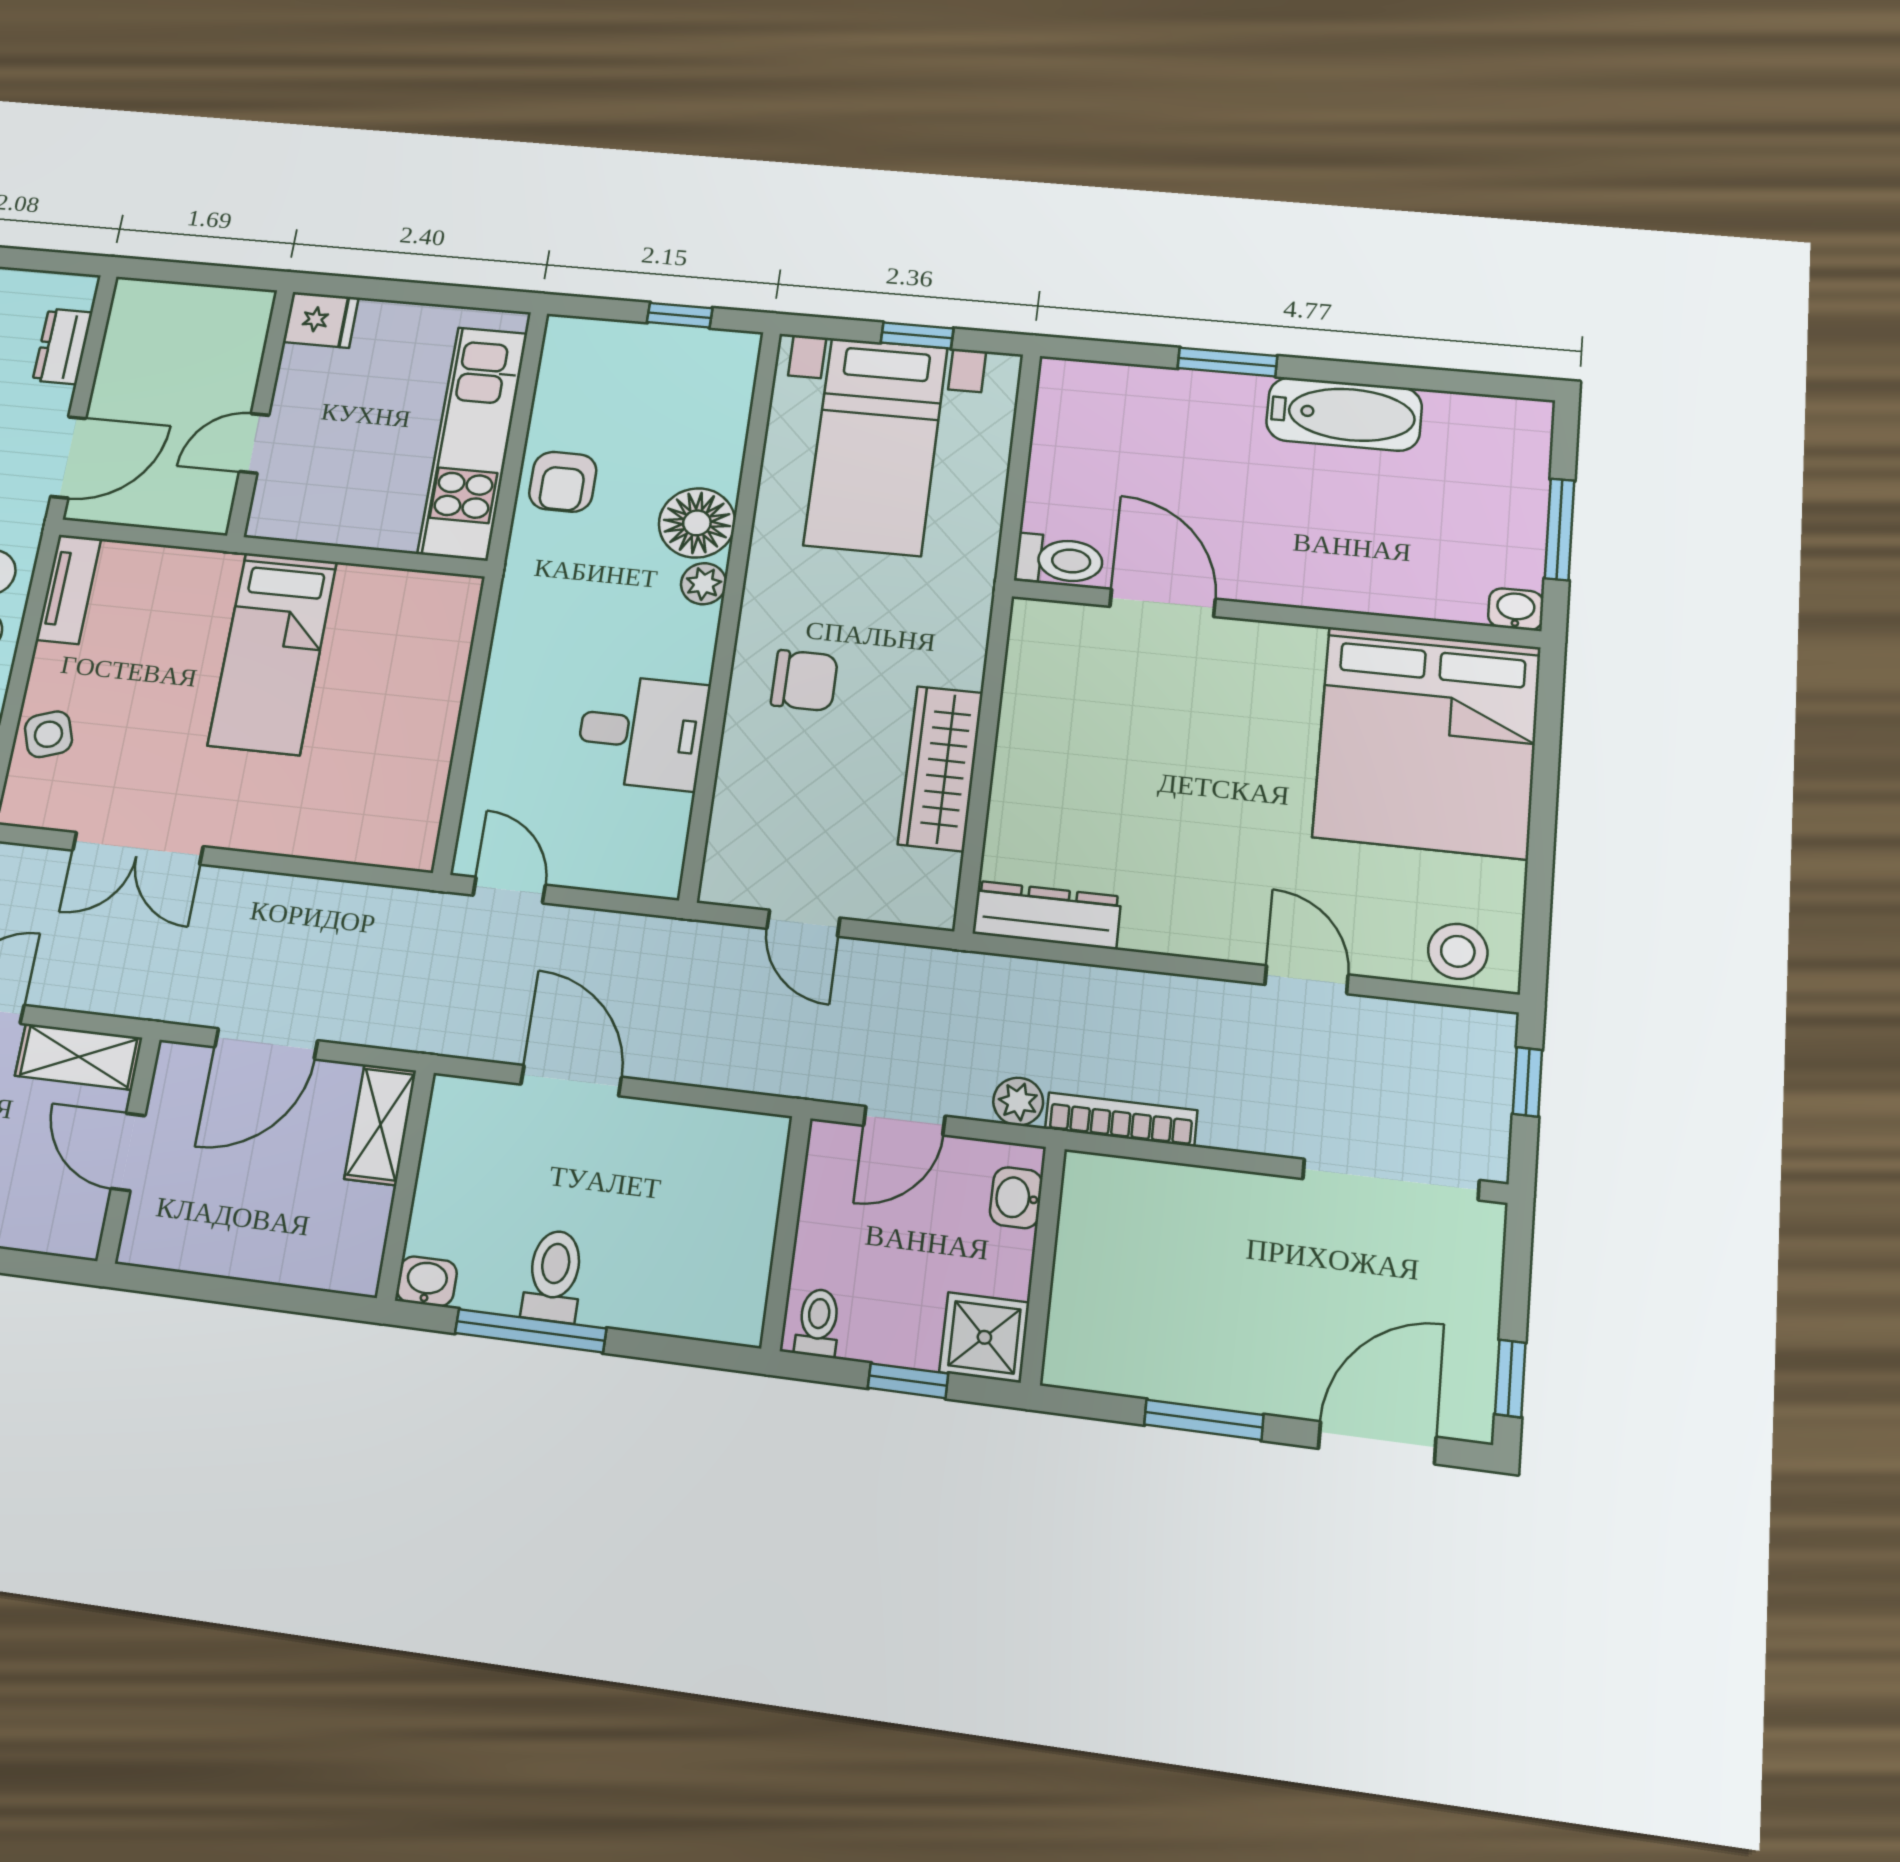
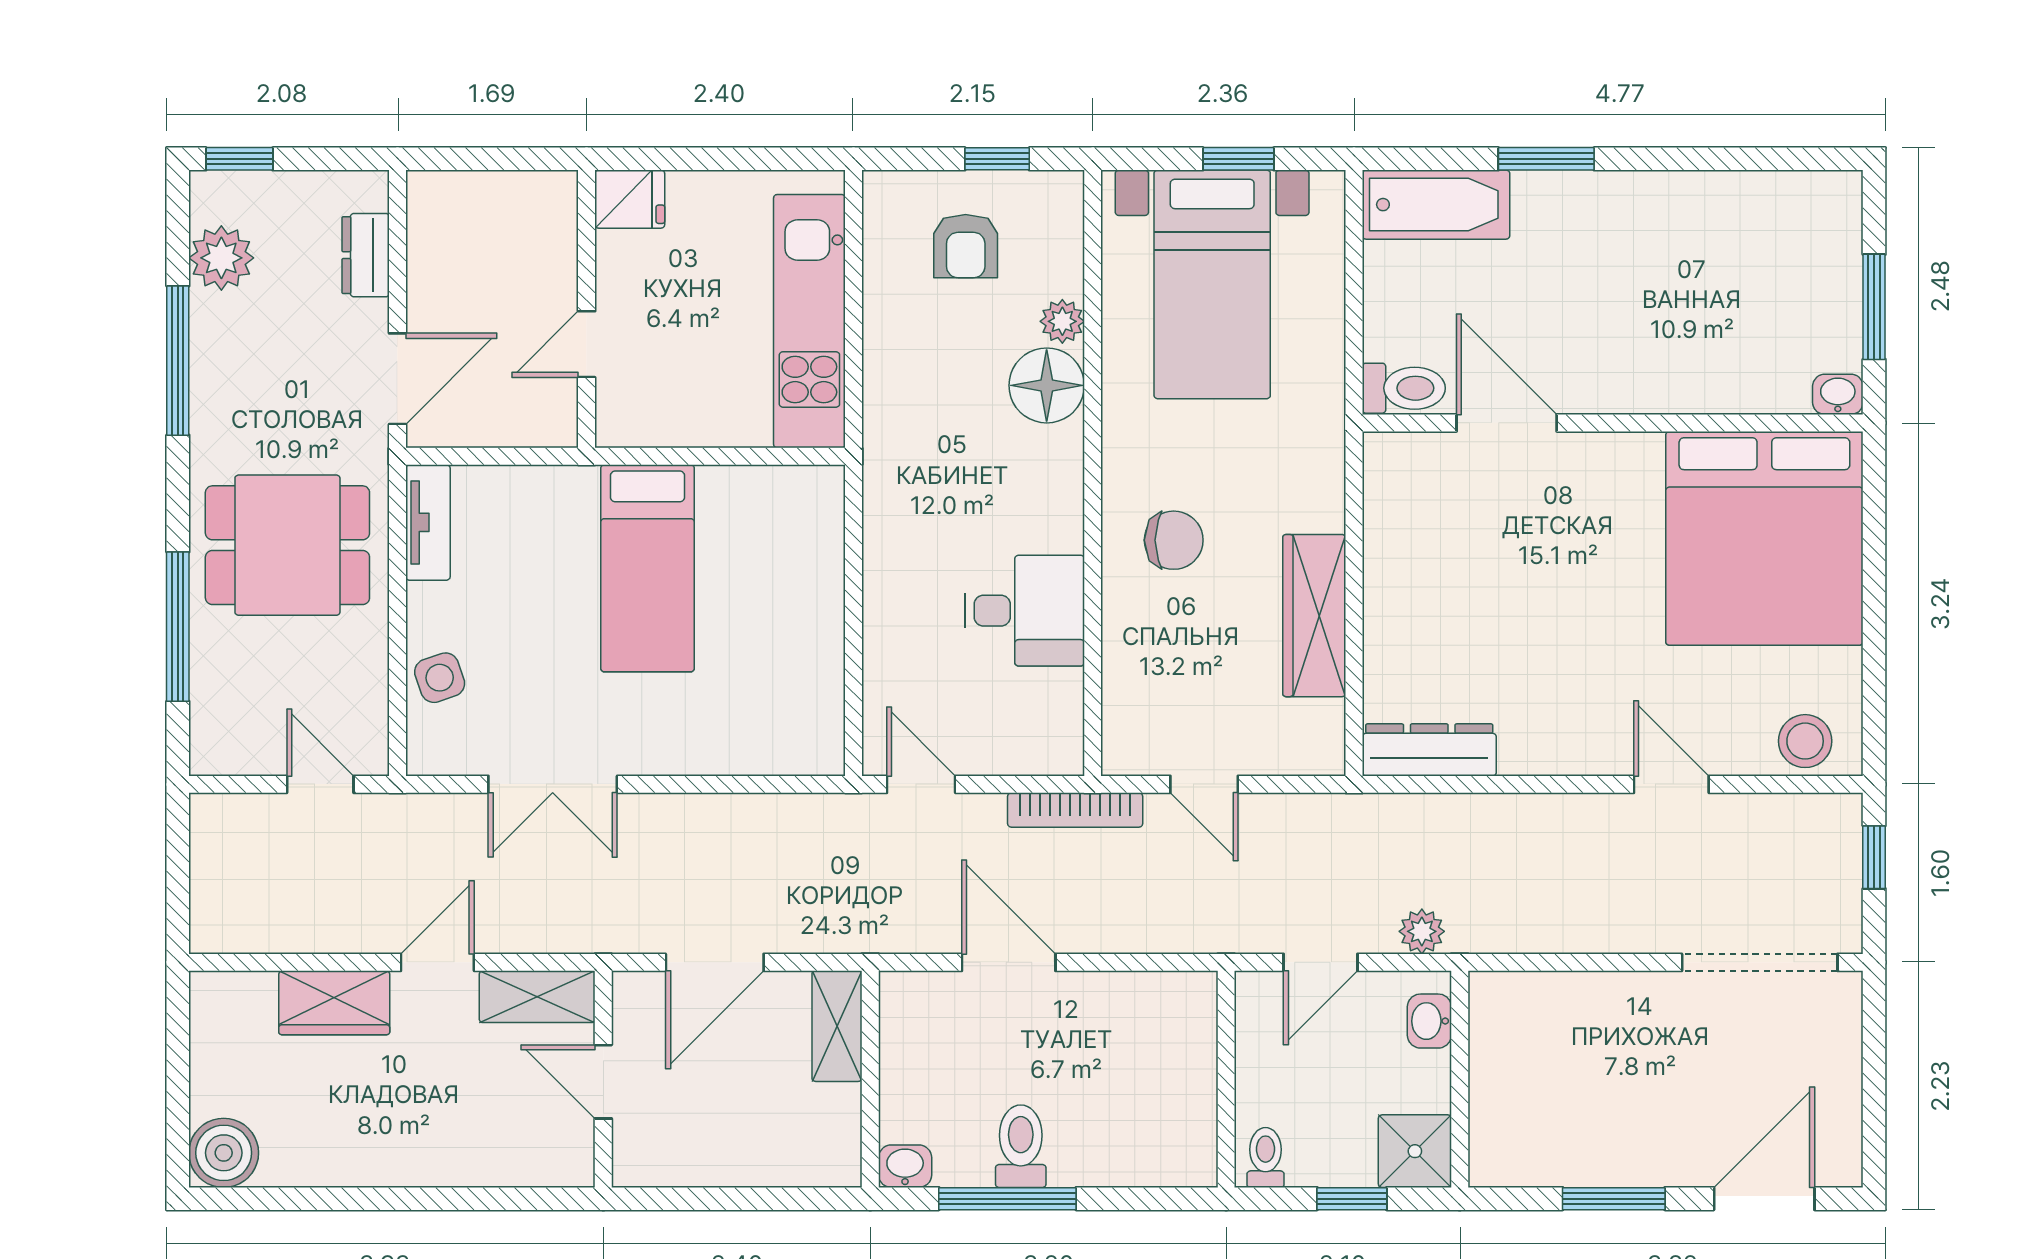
bathtub: (1344, 414) -> (1436, 205), moved
armchair: (563, 482) -> (966, 246), moved
plant: (704, 584) -> (1062, 321), moved
bookcase: (1121, 1119) -> (1075, 810), moved, turned 180
window: (1510, 1378) -> (1874, 1127), removed

